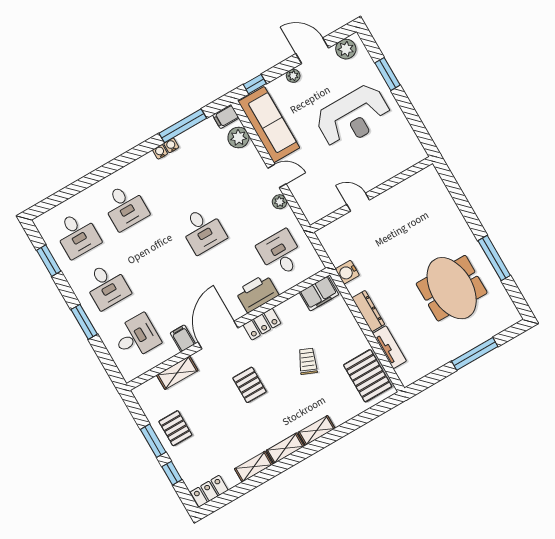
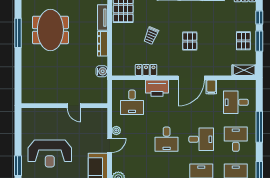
reception desk: (353, 116) -> (50, 153), turned 180
door: (277, 176) -> (110, 145), swing flipped
desk: (203, 230) -> (167, 139), turned 180
desk: (155, 258) -> (201, 139), added
filing cabinet: (319, 293) -> (124, 69), removed
window: (84, 322) -> (259, 127), width x1.44
locker: (262, 324) -> (146, 70), moved
shelving: (177, 373) -> (244, 70), moved

